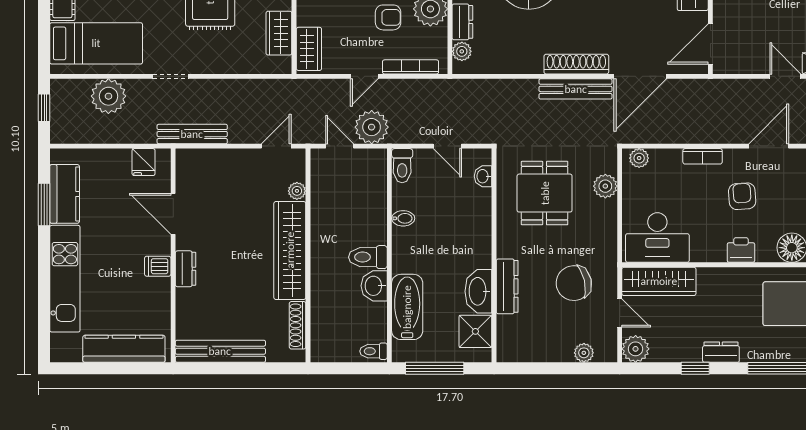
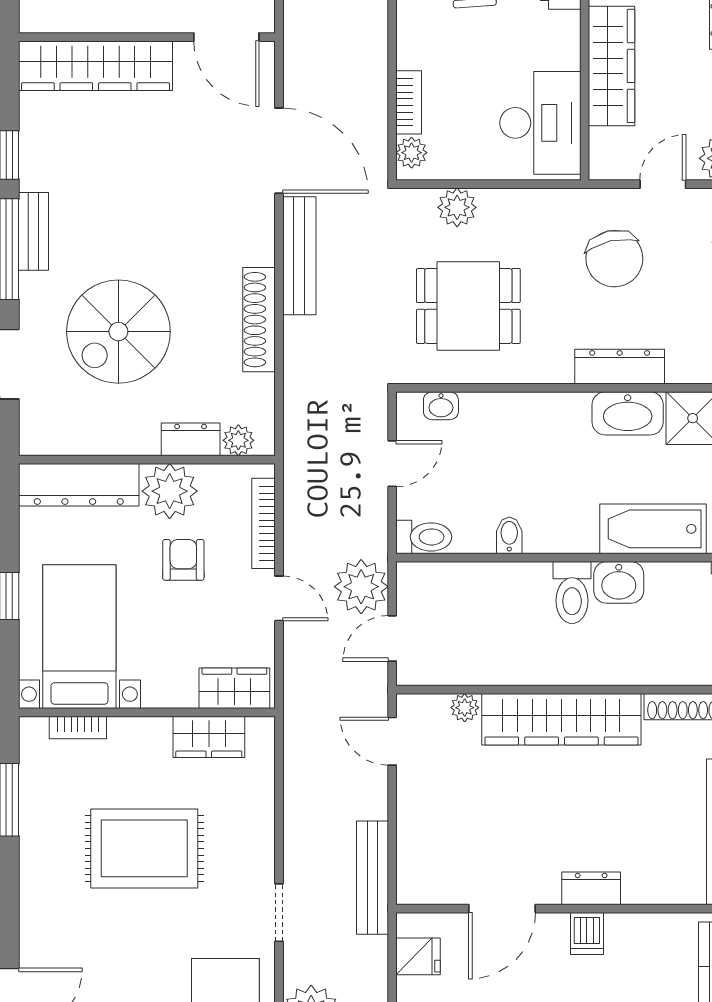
shoe rack: (576, 64) -> (259, 320), moved
bookcase: (703, 156) -> (409, 102), moved
wardrobe: (659, 281) -> (612, 66), moved

